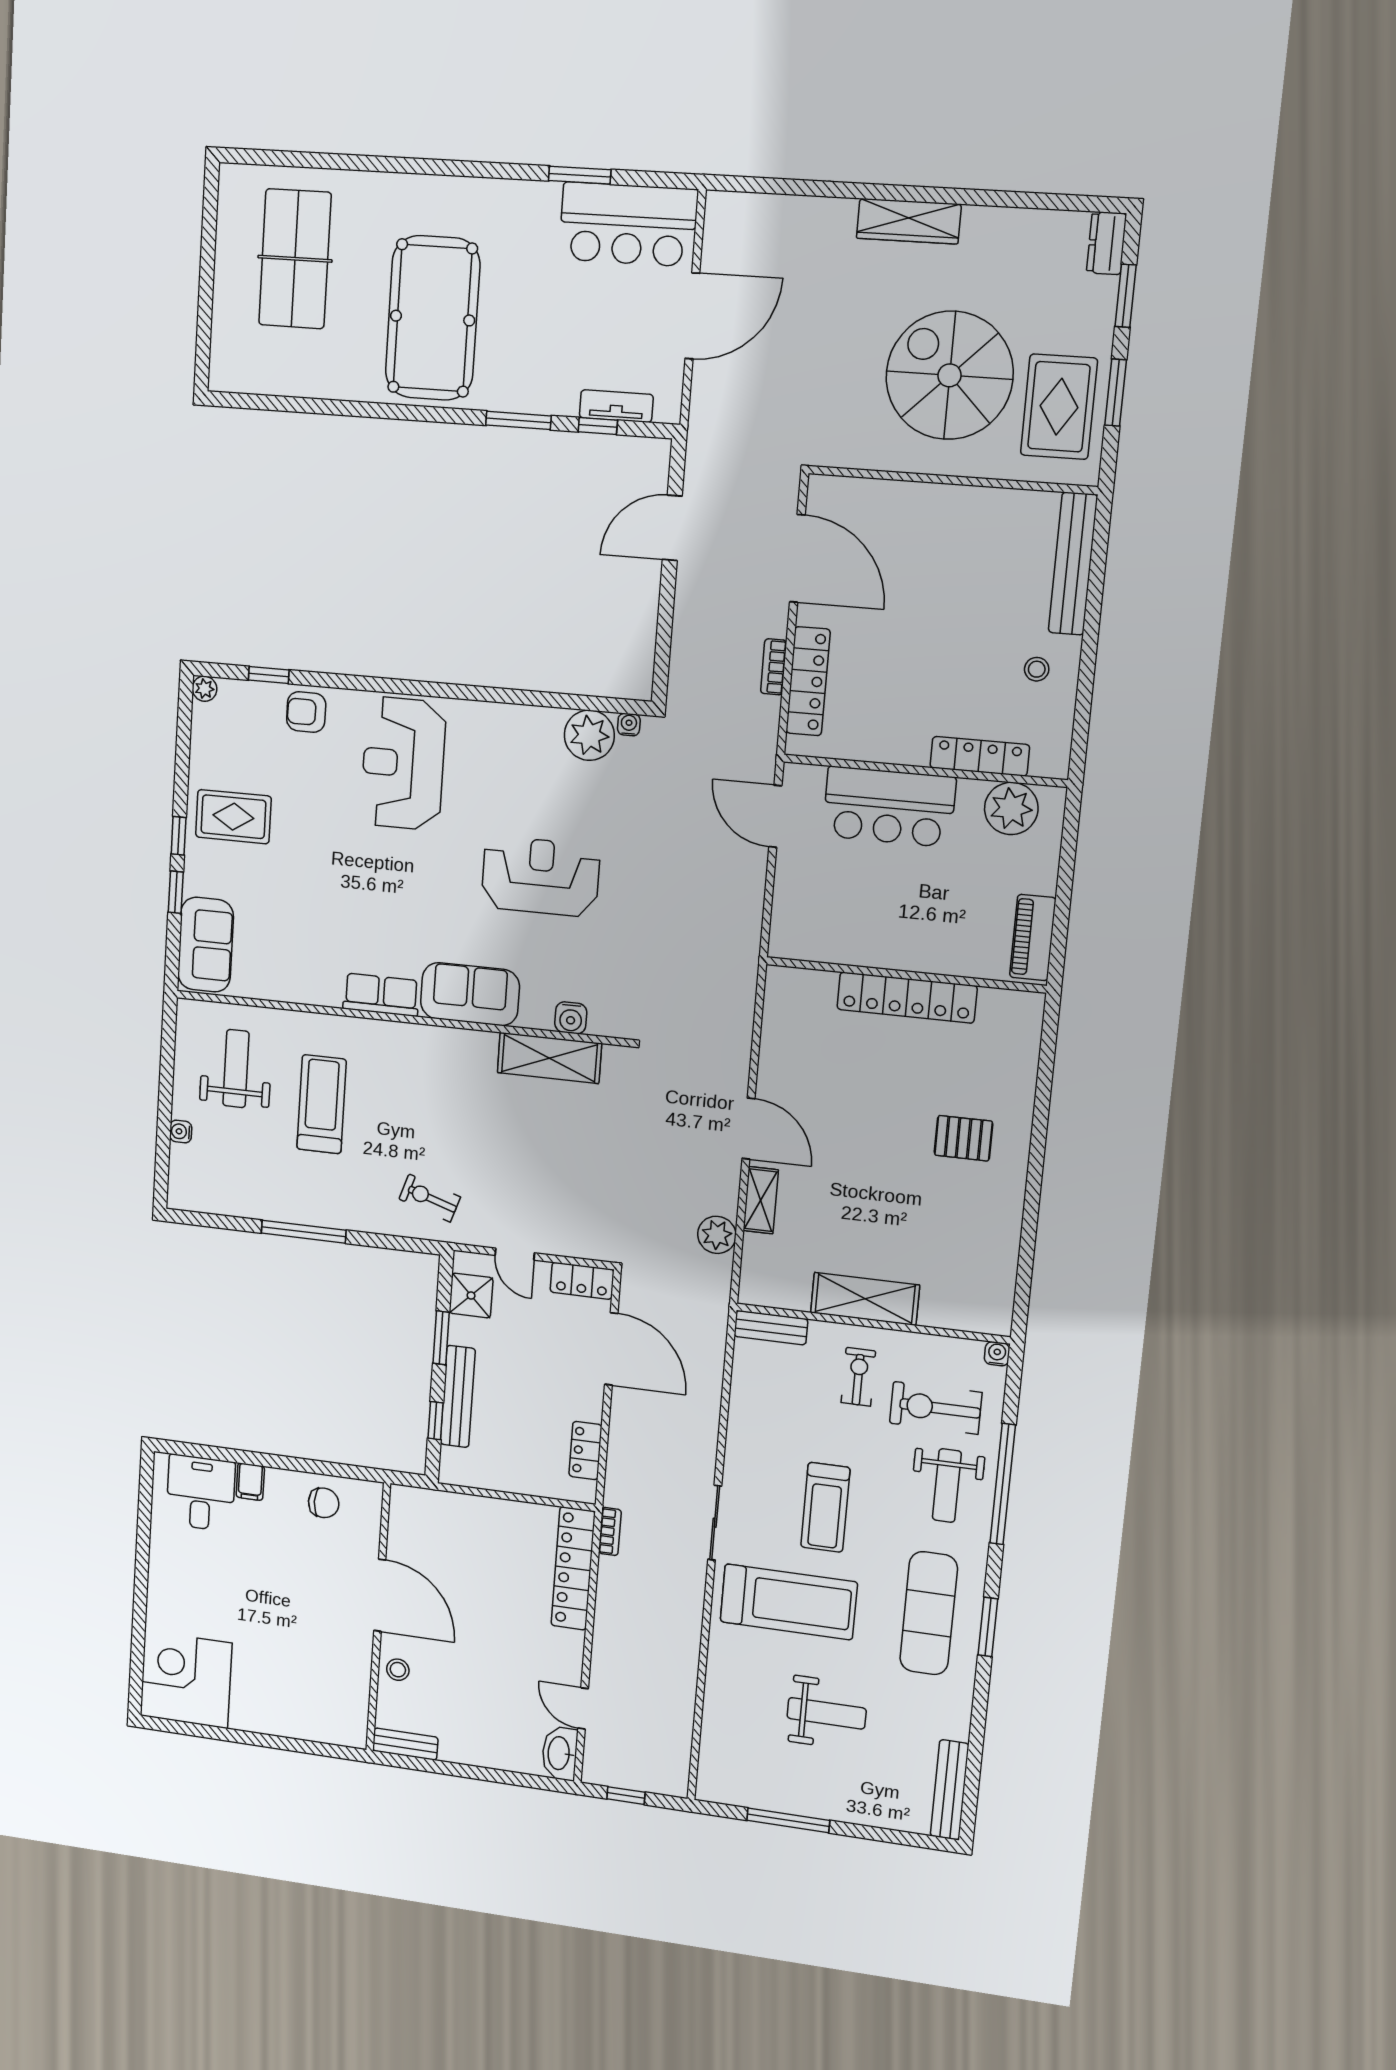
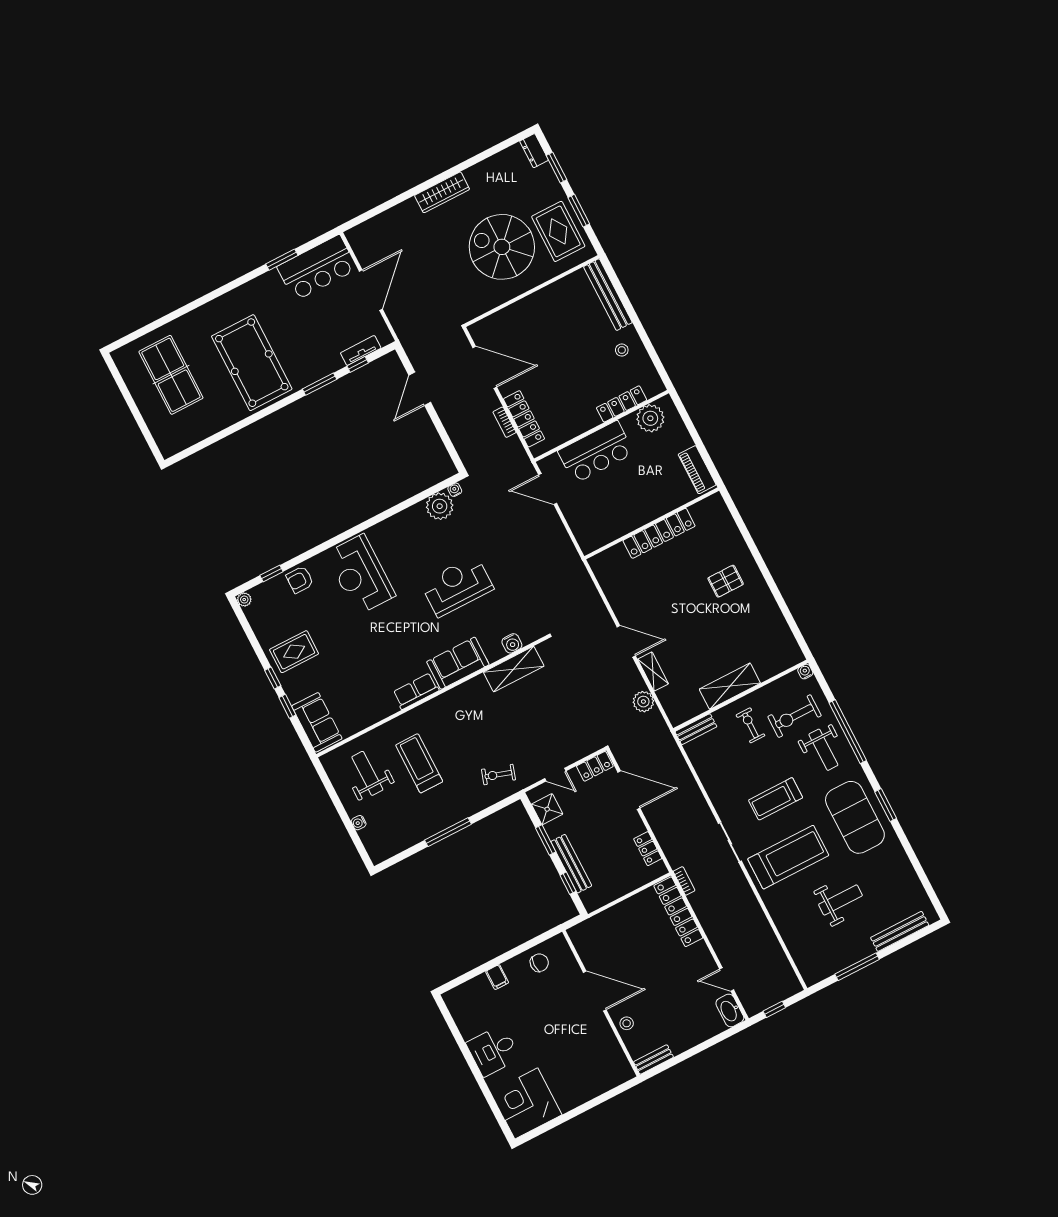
desk: (201, 1493) -> (493, 1051), moved, turned -90
treadmill: (825, 1507) -> (776, 799), turned 90
exercise mat: (929, 1613) -> (855, 817), width x1.47
bench: (950, 1790) -> (900, 931), moved, turned 90

